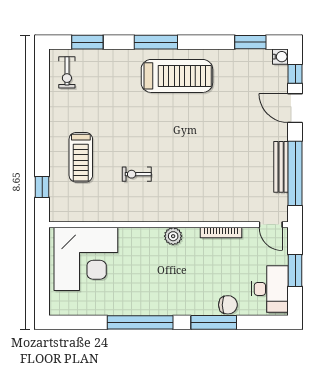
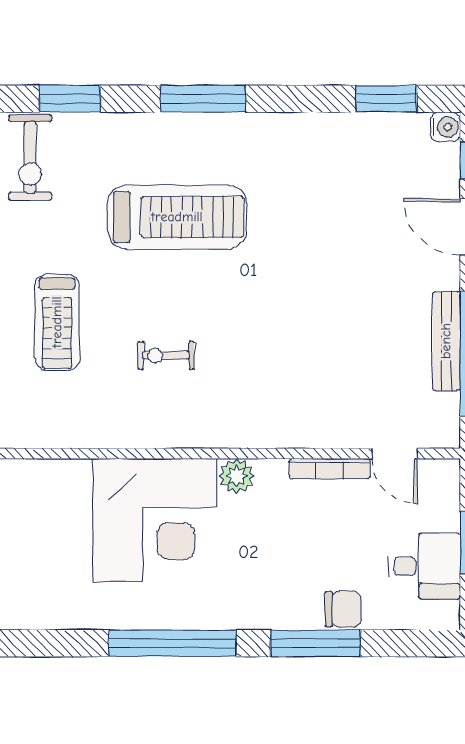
exercise bike: (67, 72) -> (30, 158), width x1.38, depth x1.39
treadmill: (177, 76) -> (177, 217), moved
door: (271, 225) -> (395, 454), moved
corner desk: (86, 259) -> (155, 520), moved
desk: (270, 289) -> (424, 566), width x0.73

